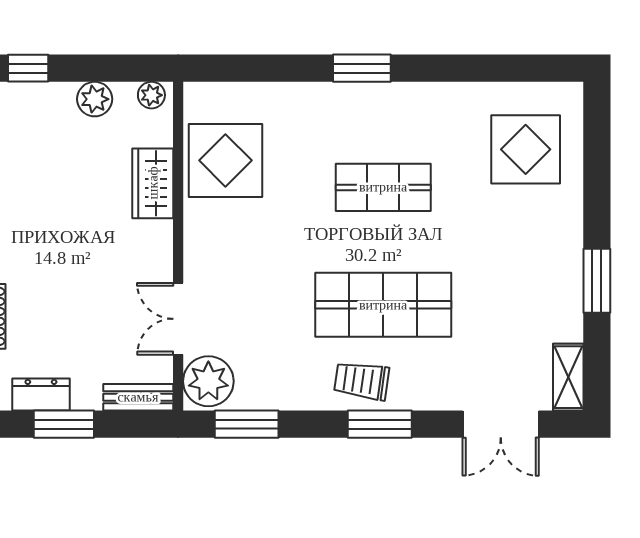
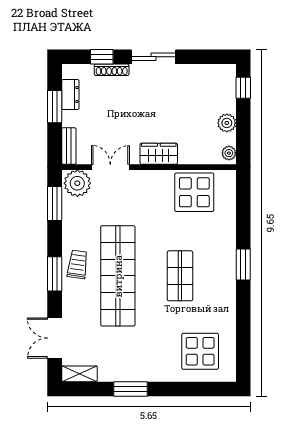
wardrobe: (153, 183) -> (159, 154), moved
shop shelf: (383, 305) -> (118, 276), width x1.40

